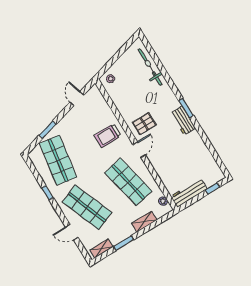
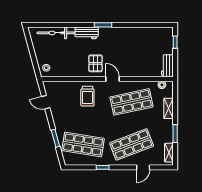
workbench: (183, 121) -> (87, 33), moved
workbench: (189, 193) -> (167, 66), width x0.73

